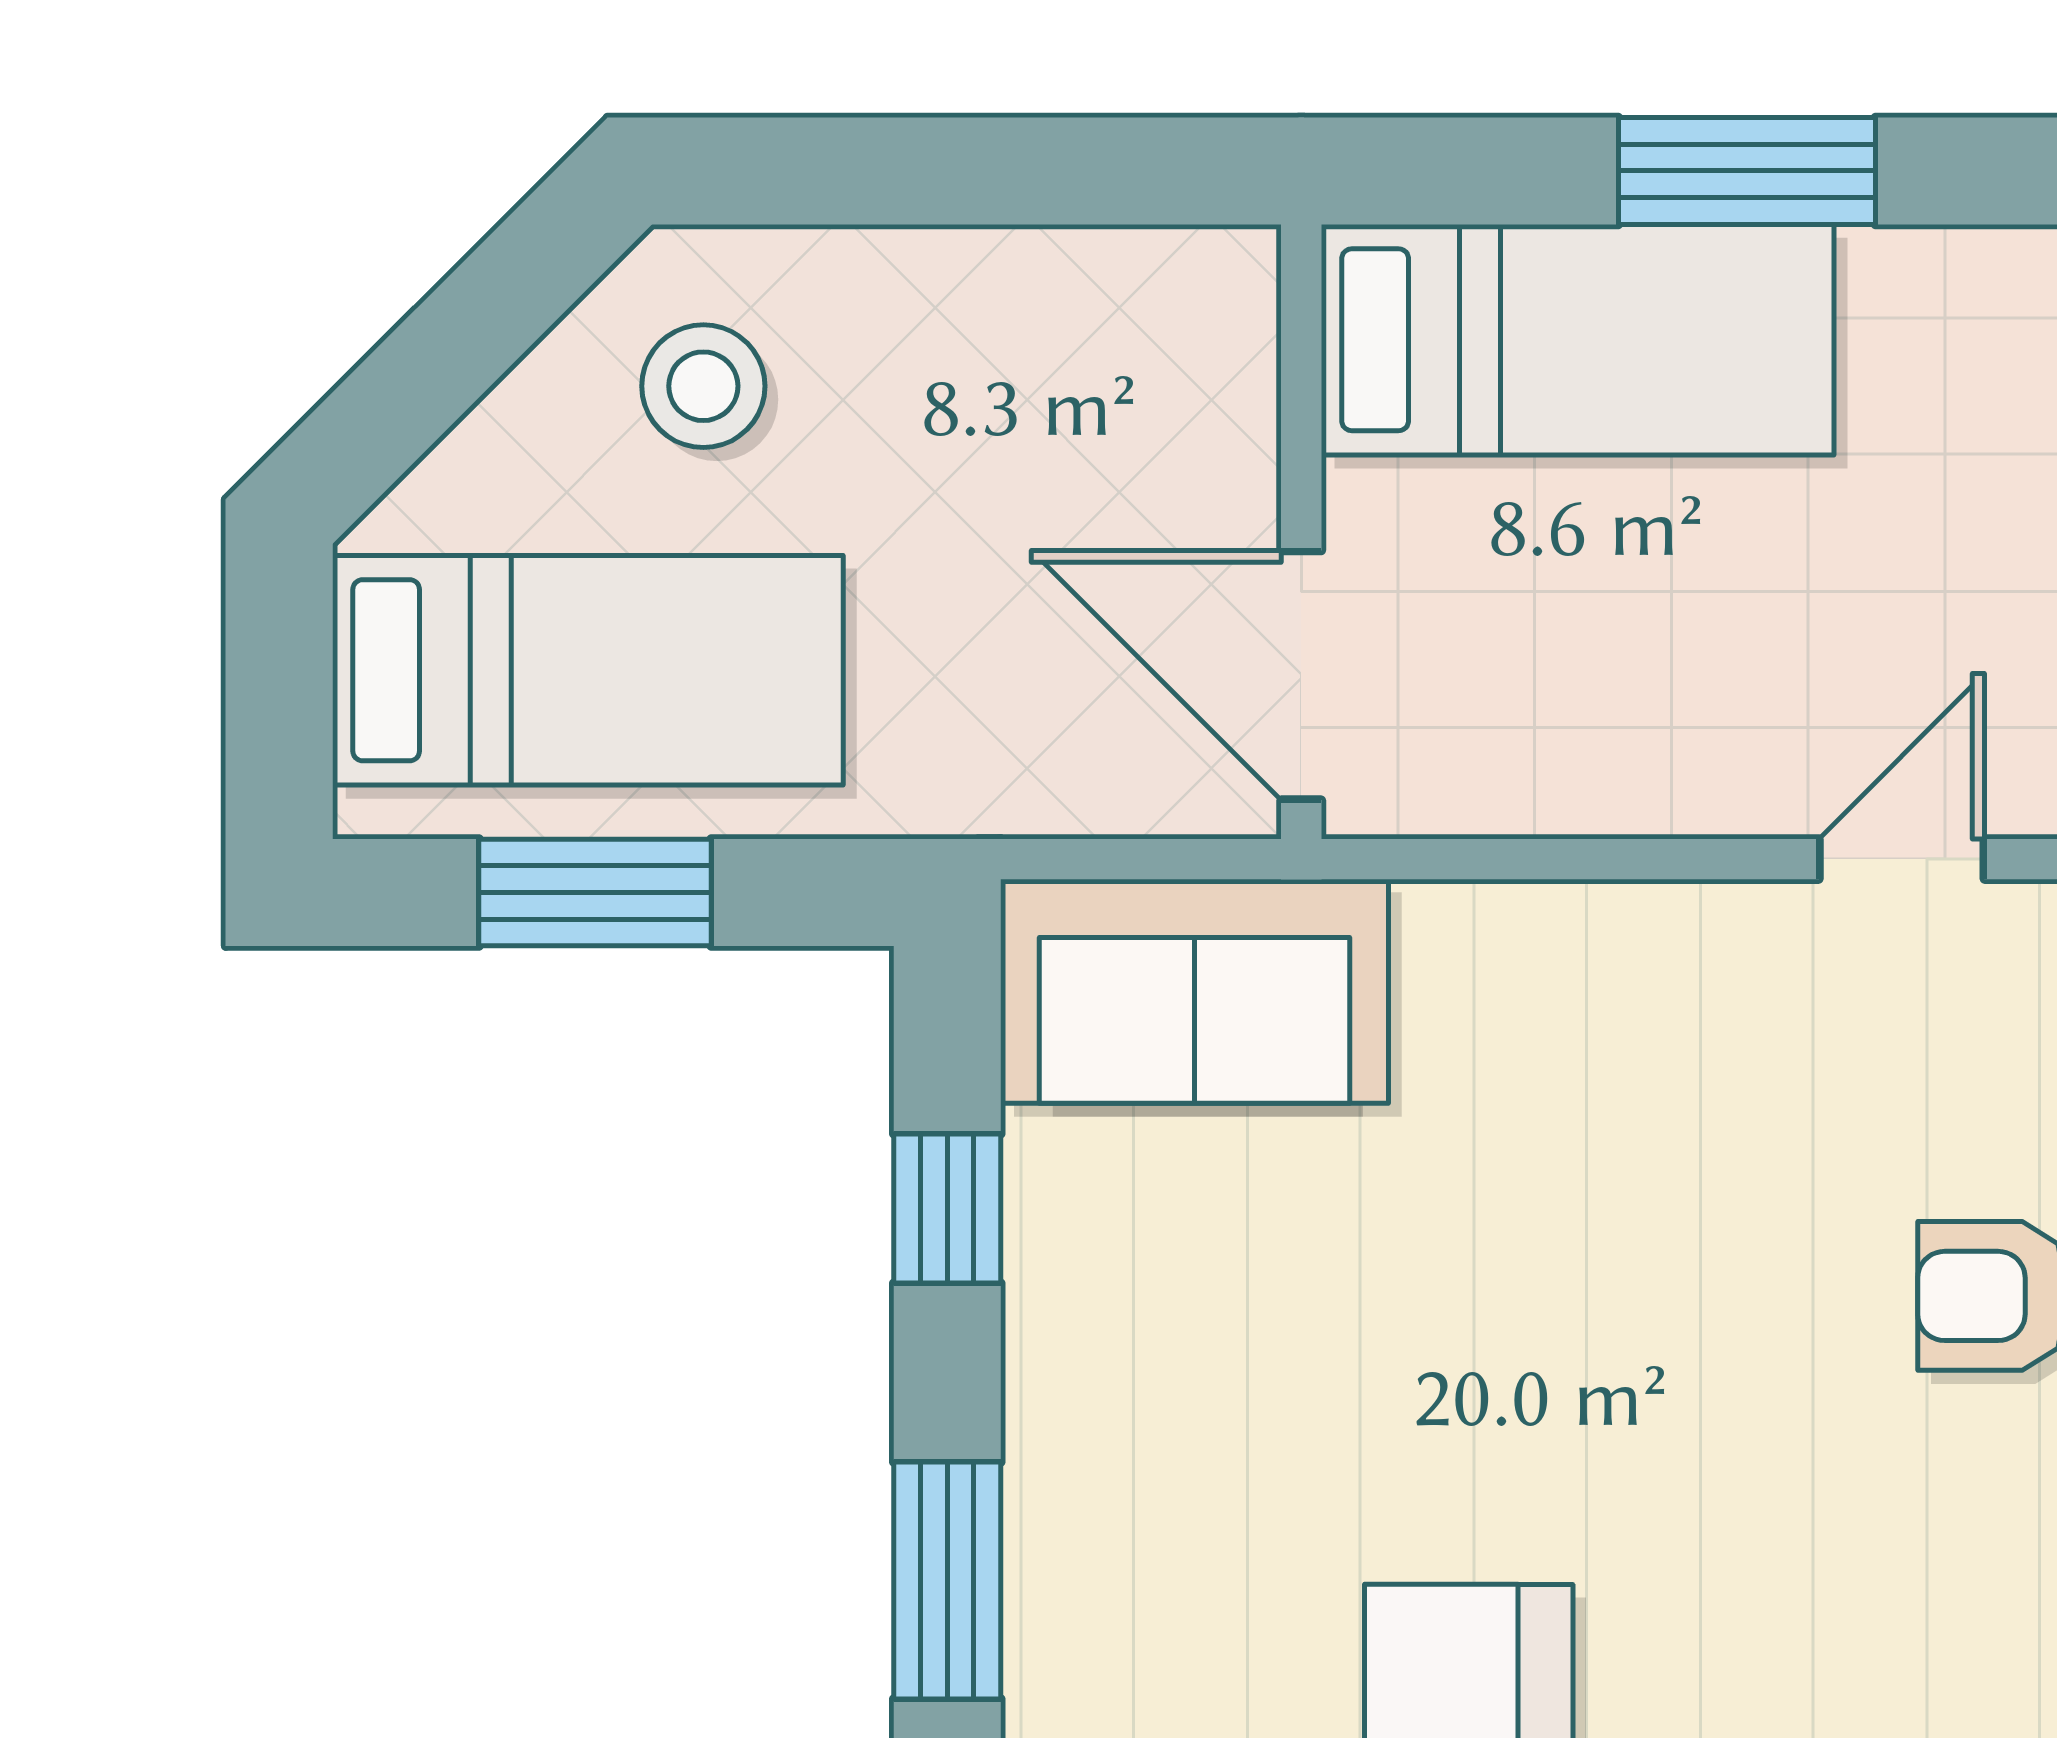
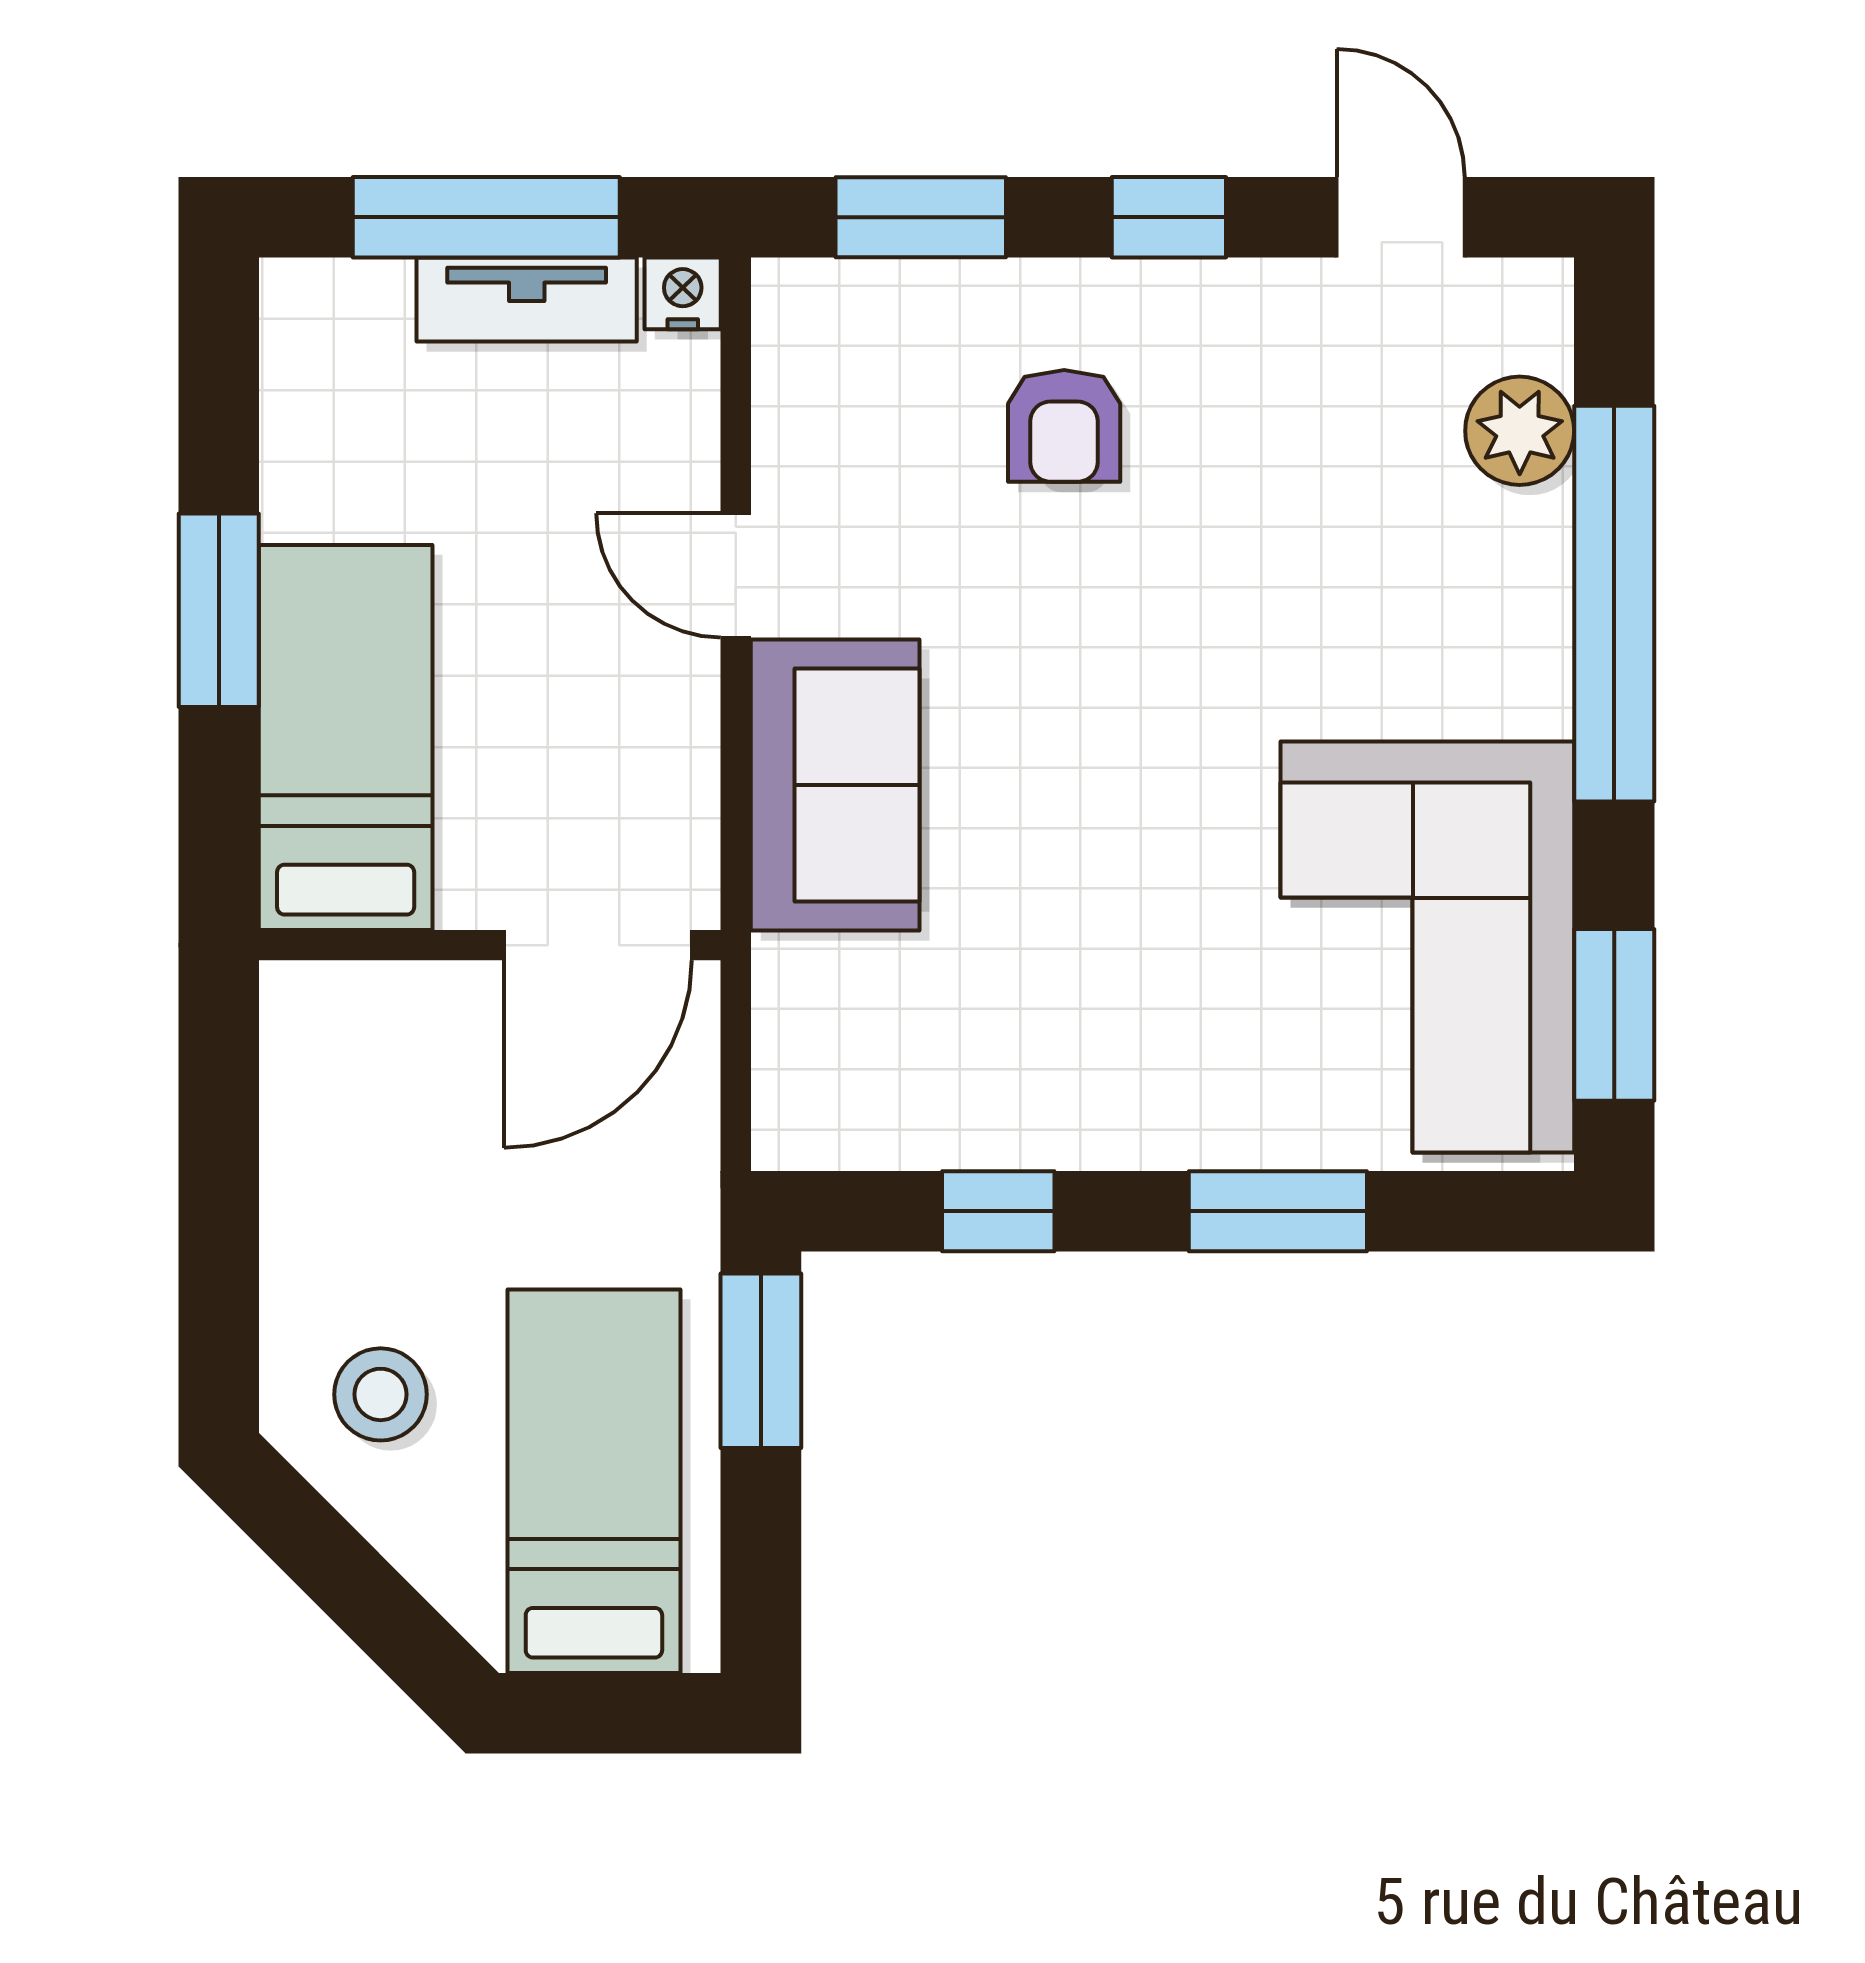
door: (1902, 859) -> (736, 575), moved
window: (595, 892) -> (761, 1361), moved
sofa: (1194, 991) -> (835, 785), moved

